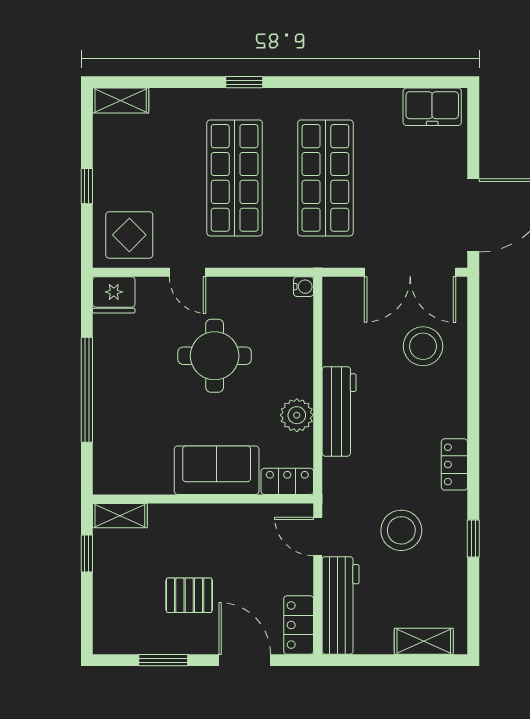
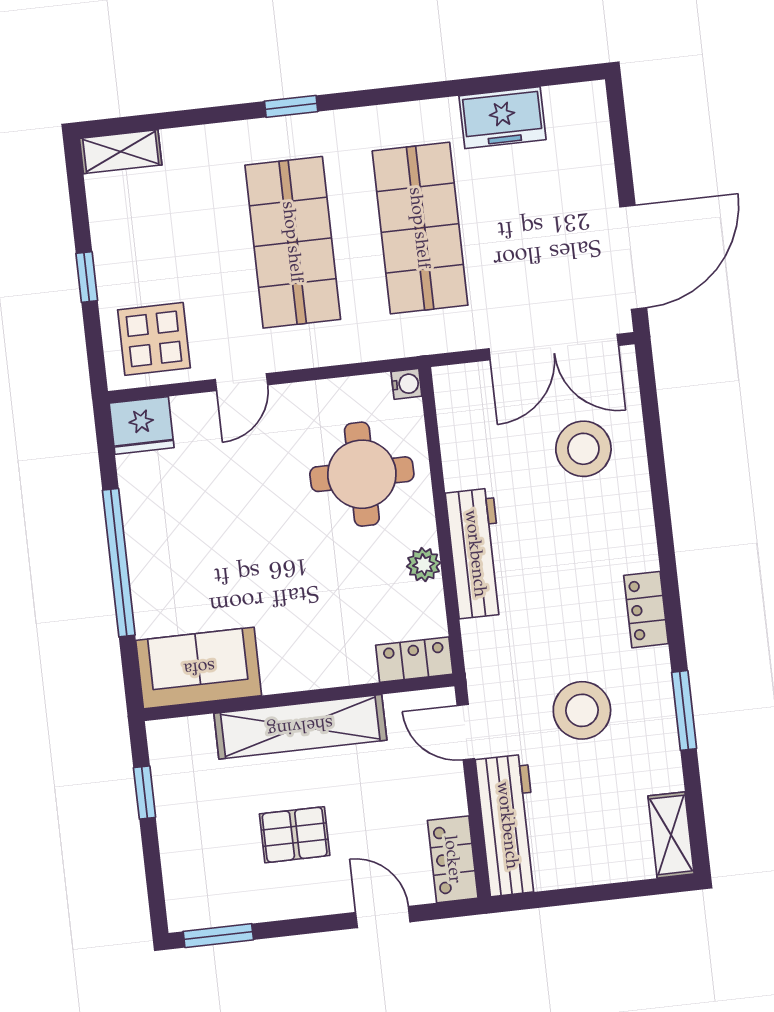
freezer: (432, 107) -> (502, 118), moved
door: (188, 272) -> (242, 382), hinge flipped
round table: (215, 356) -> (362, 474), moved
plant: (297, 415) -> (424, 565), width x0.73, depth x0.73
sofa: (217, 470) -> (199, 668), moved
shelving: (120, 516) -> (300, 727), moved, width x2.20, depth x1.33
window: (473, 538) -> (684, 710), width x1.50
shelving: (424, 641) -> (671, 835), moved, turned 90
window: (163, 660) -> (218, 936), moved
door: (245, 660) -> (383, 917), width x0.73

